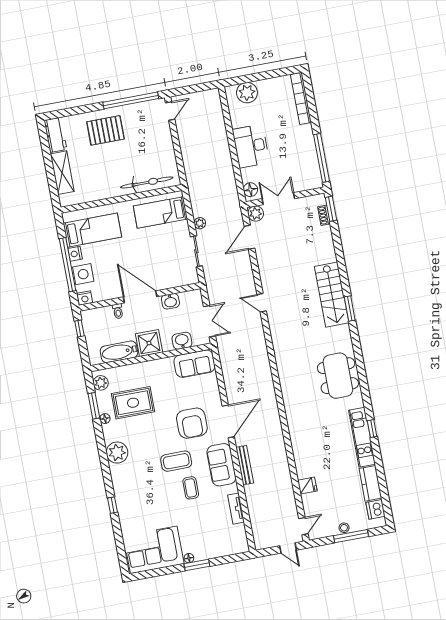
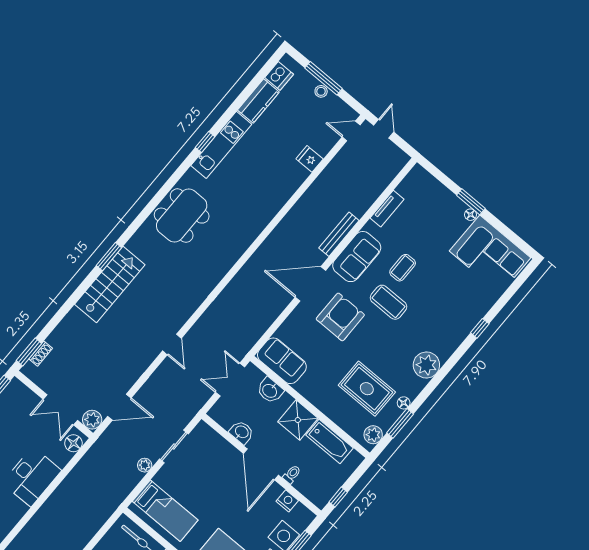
nightstand: (85, 298) -> (287, 501), moved

